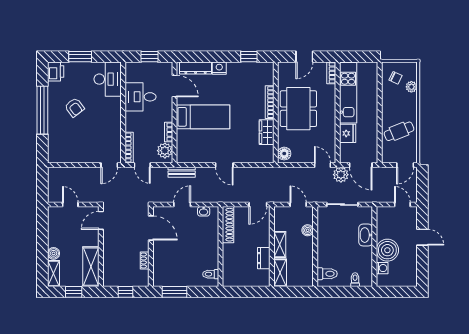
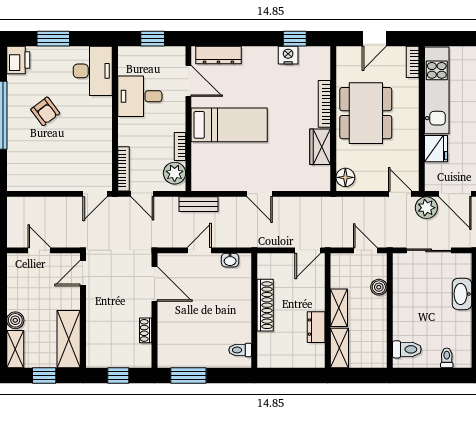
nightstand: (219, 68) -> (288, 55), moved
shoe rack: (228, 225) -> (265, 305), moved

